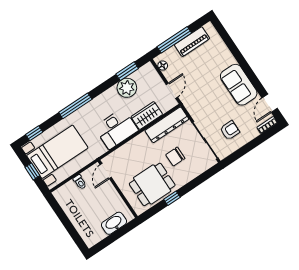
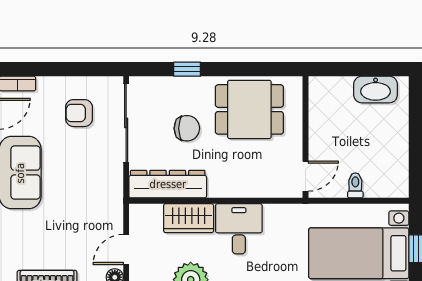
door: (172, 91) -> (126, 249), moved
desk: (116, 129) -> (239, 229), width x0.73
window: (172, 198) -> (187, 69), moved
washbasin: (114, 223) -> (376, 90), moved

